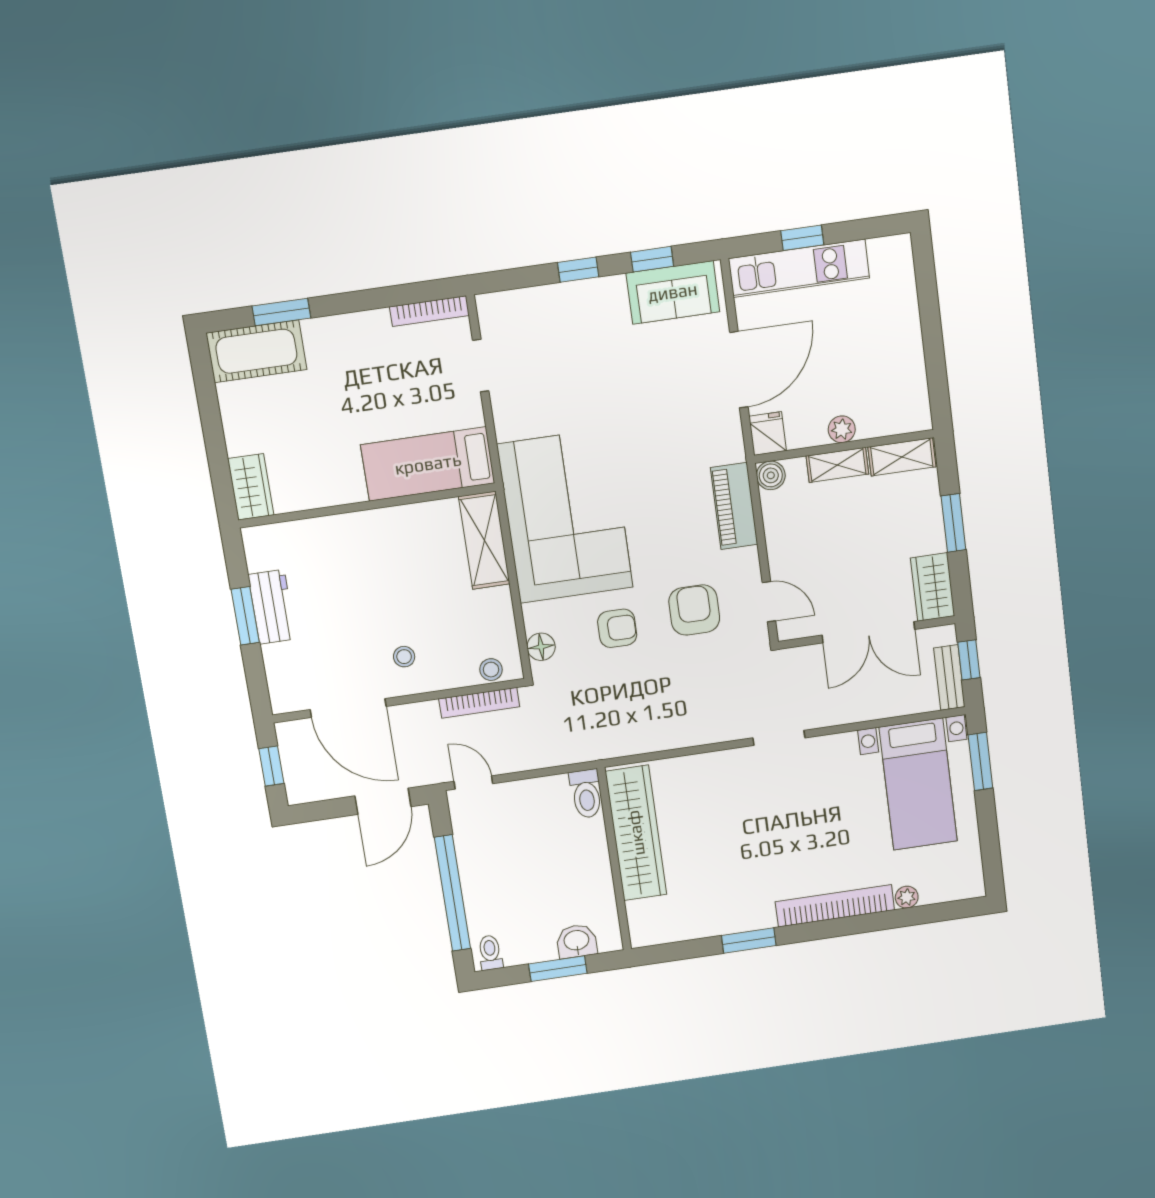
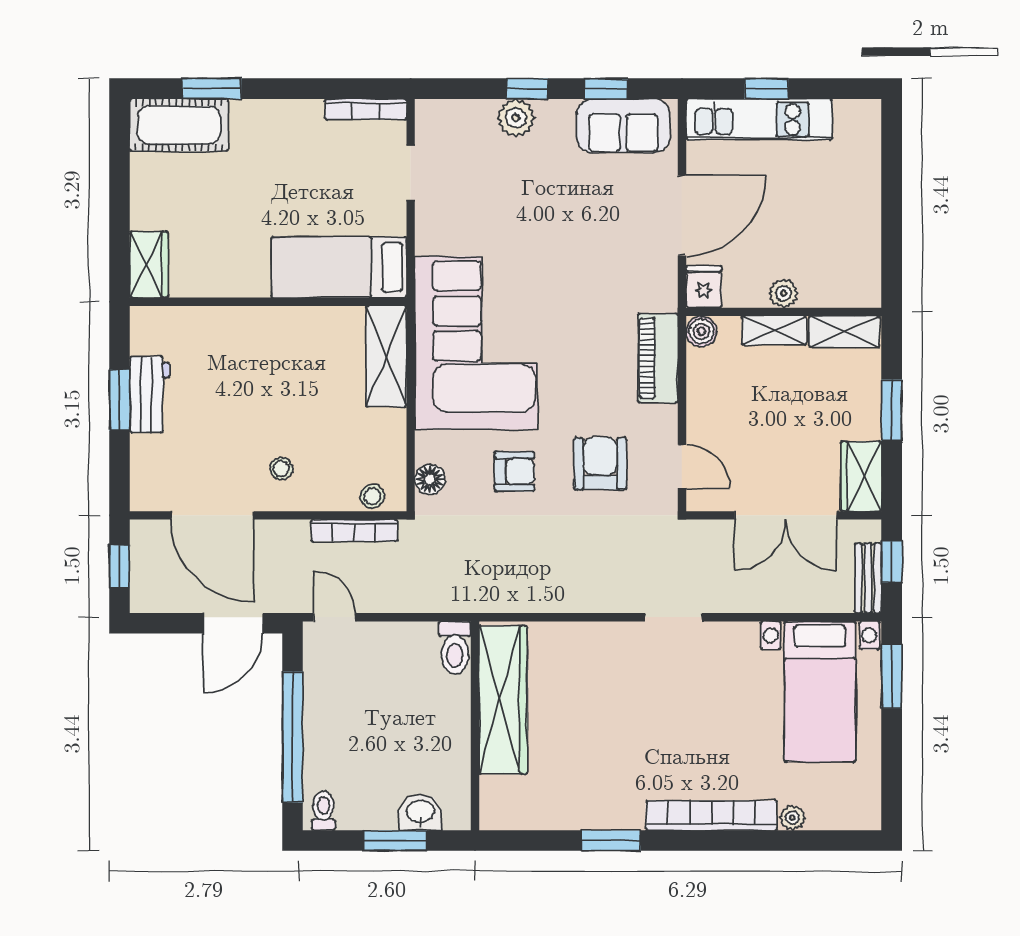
plant: (571, 299) -> (516, 118), added

